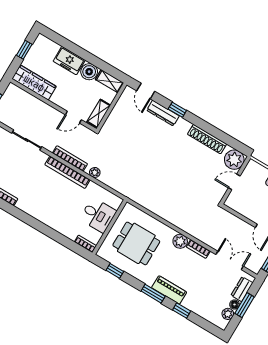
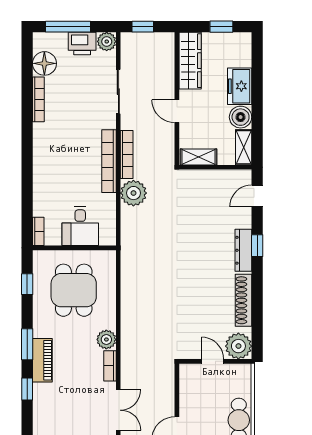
dresser: (163, 113) -> (243, 250), moved
door: (73, 117) -> (177, 111), moved
plant: (95, 173) -> (133, 193), width x1.87, depth x1.87

